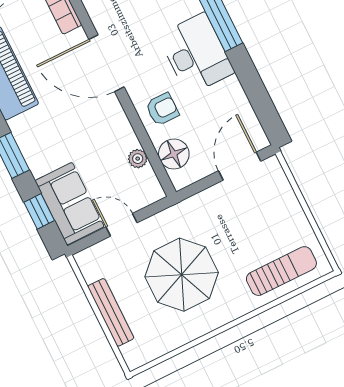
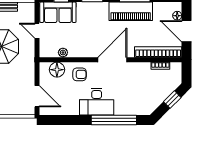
armchair: (162, 109) -> (80, 74), turned -90
door: (121, 225) -> (37, 31), swing flipped

